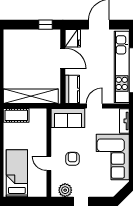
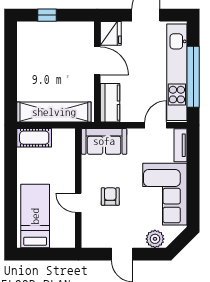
window: (45, 25) -> (47, 15), moved
door: (94, 106) -> (156, 125), moved
plant: (65, 190) -> (155, 239), moved

